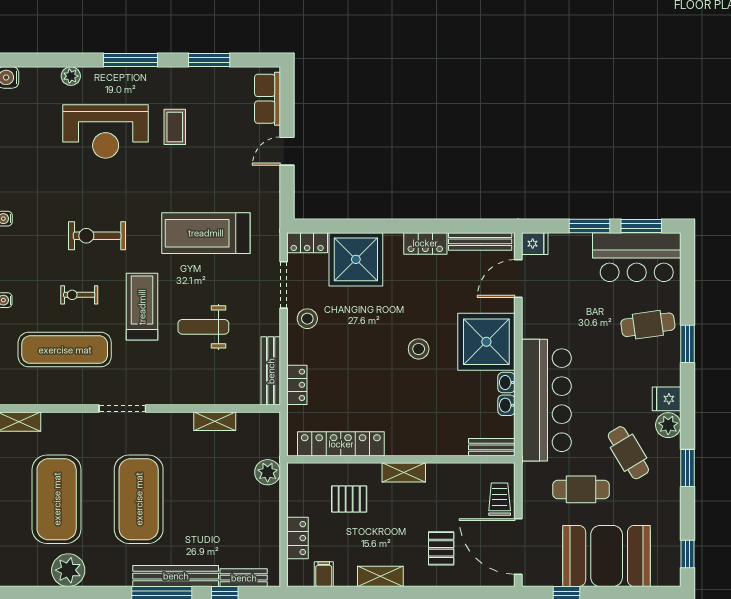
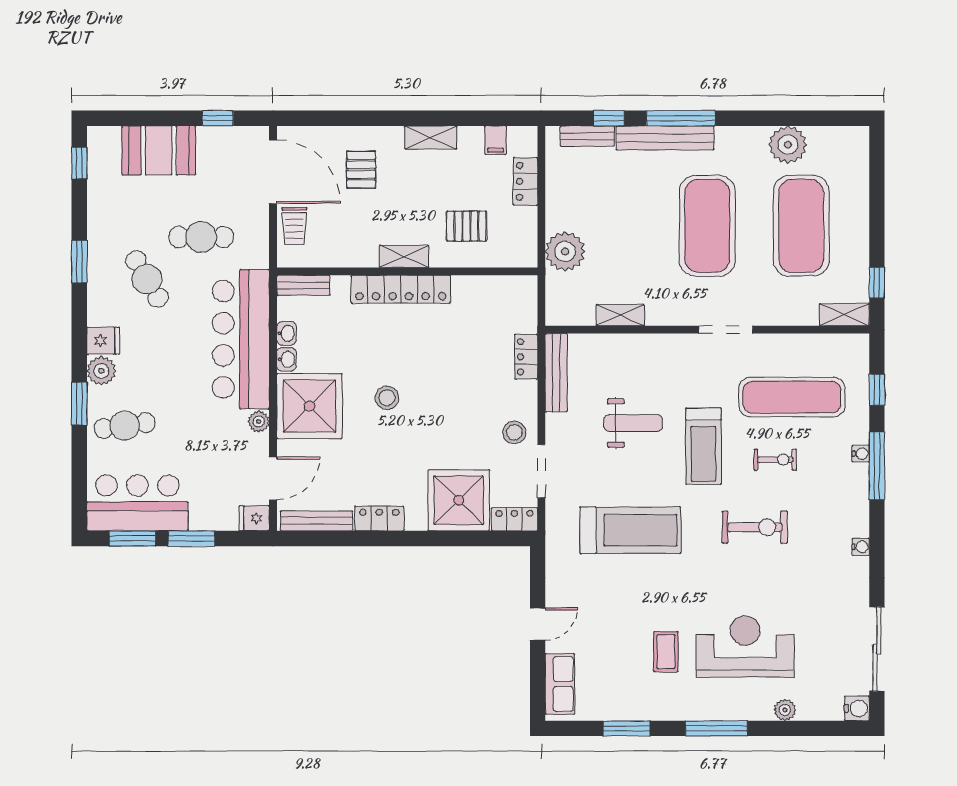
plant: (531, 328) -> (259, 421), added
plant: (668, 425) -> (101, 371), moved
locker: (341, 444) -> (401, 289), moved
plant: (268, 472) -> (565, 251), width x1.36, depth x1.36
booth: (607, 556) -> (159, 150), width x0.73, depth x0.70

